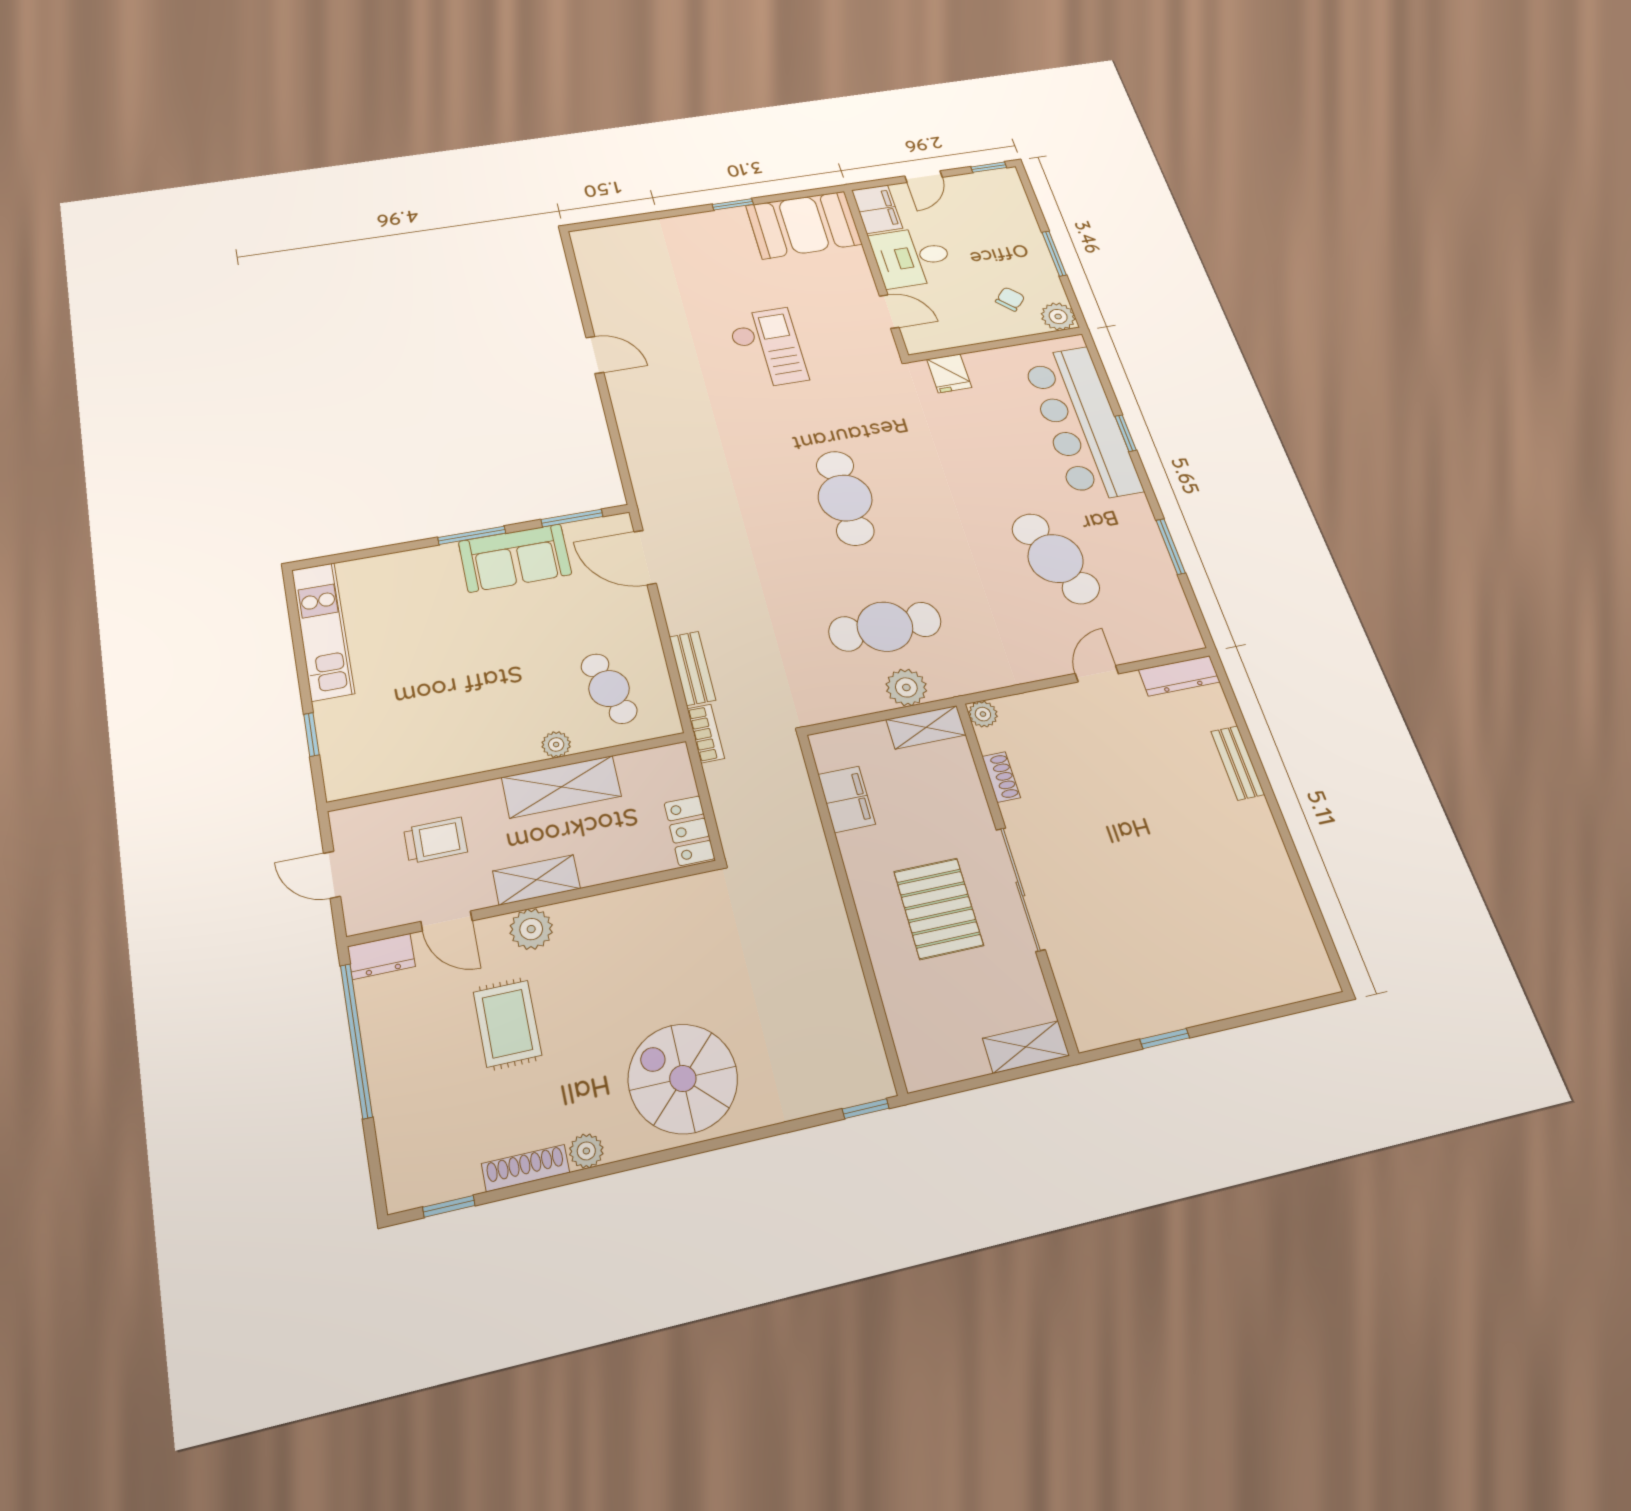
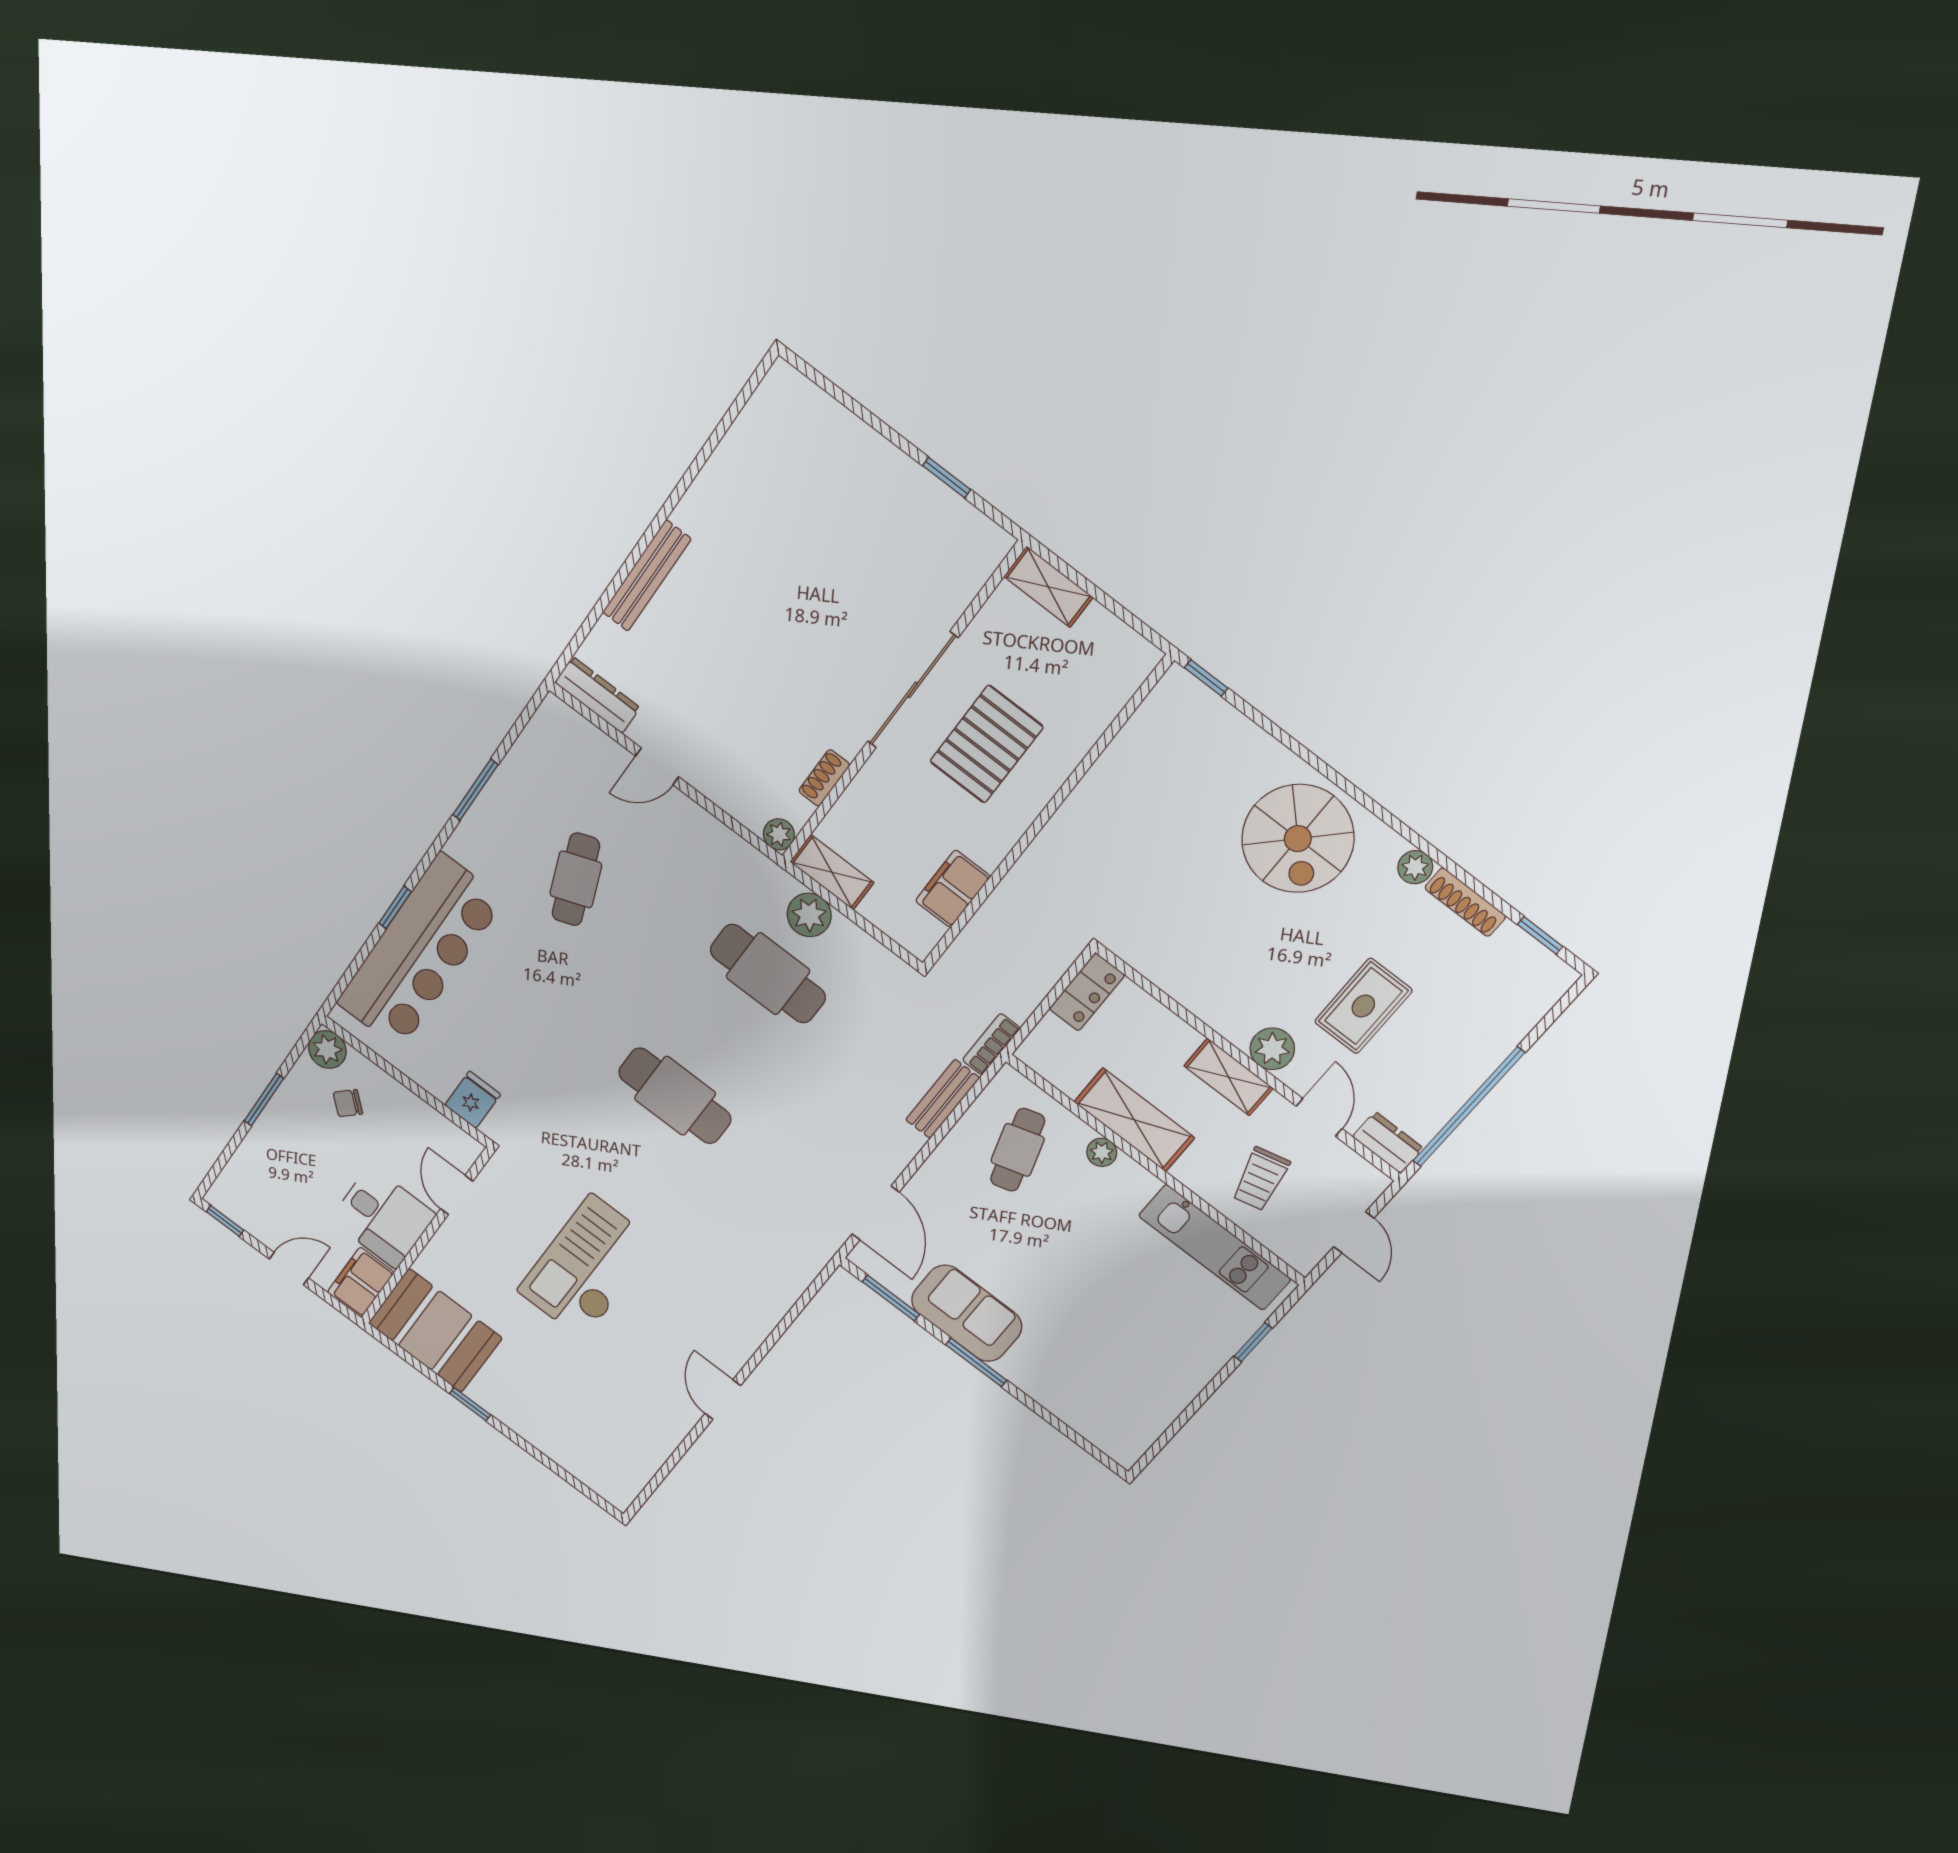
checkout: (768, 348) -> (587, 1267), width x1.36, depth x1.21
cafe table: (845, 498) -> (675, 1096), turned 90
cafe table: (1056, 558) -> (576, 879), width x0.73, depth x0.74
kitchen unit: (323, 631) -> (1215, 1247), moved, turned -90
bench: (1238, 763) -> (647, 576), width x1.36
trolley: (436, 840) -> (1261, 1179), turned -104

